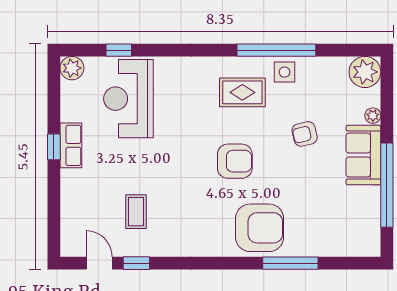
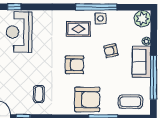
coffee table: (136, 212) -> (39, 94), moved
coffee table: (342, 232) -> (130, 102), added

